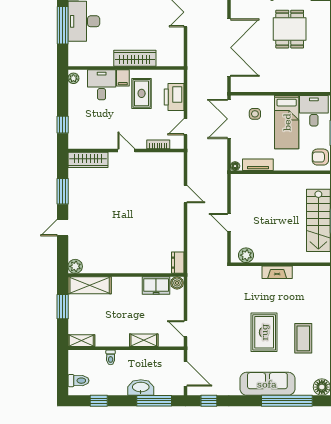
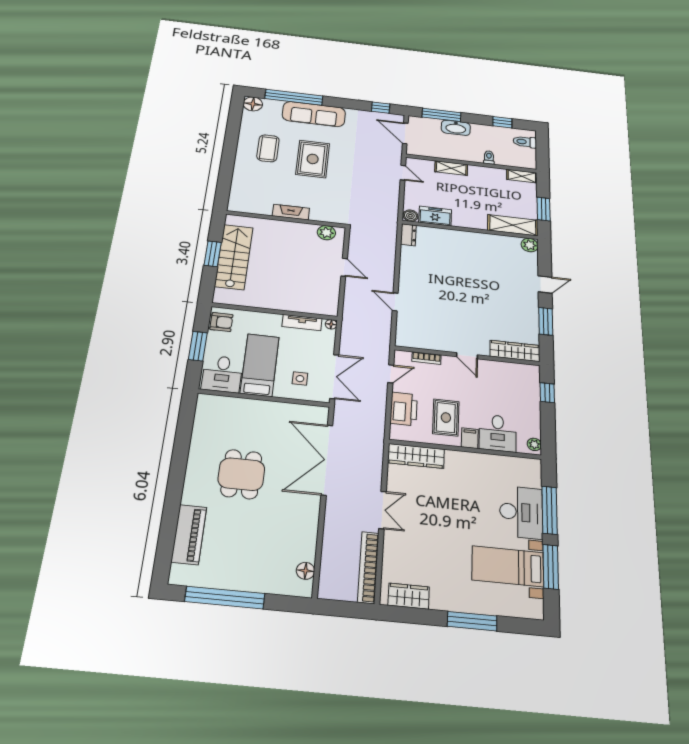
wardrobe: (135, 58) -> (416, 456), moved

